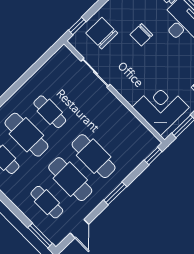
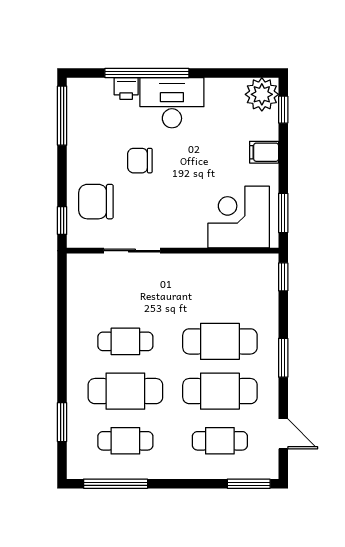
chair: (141, 35) -> (140, 161), turned 90

